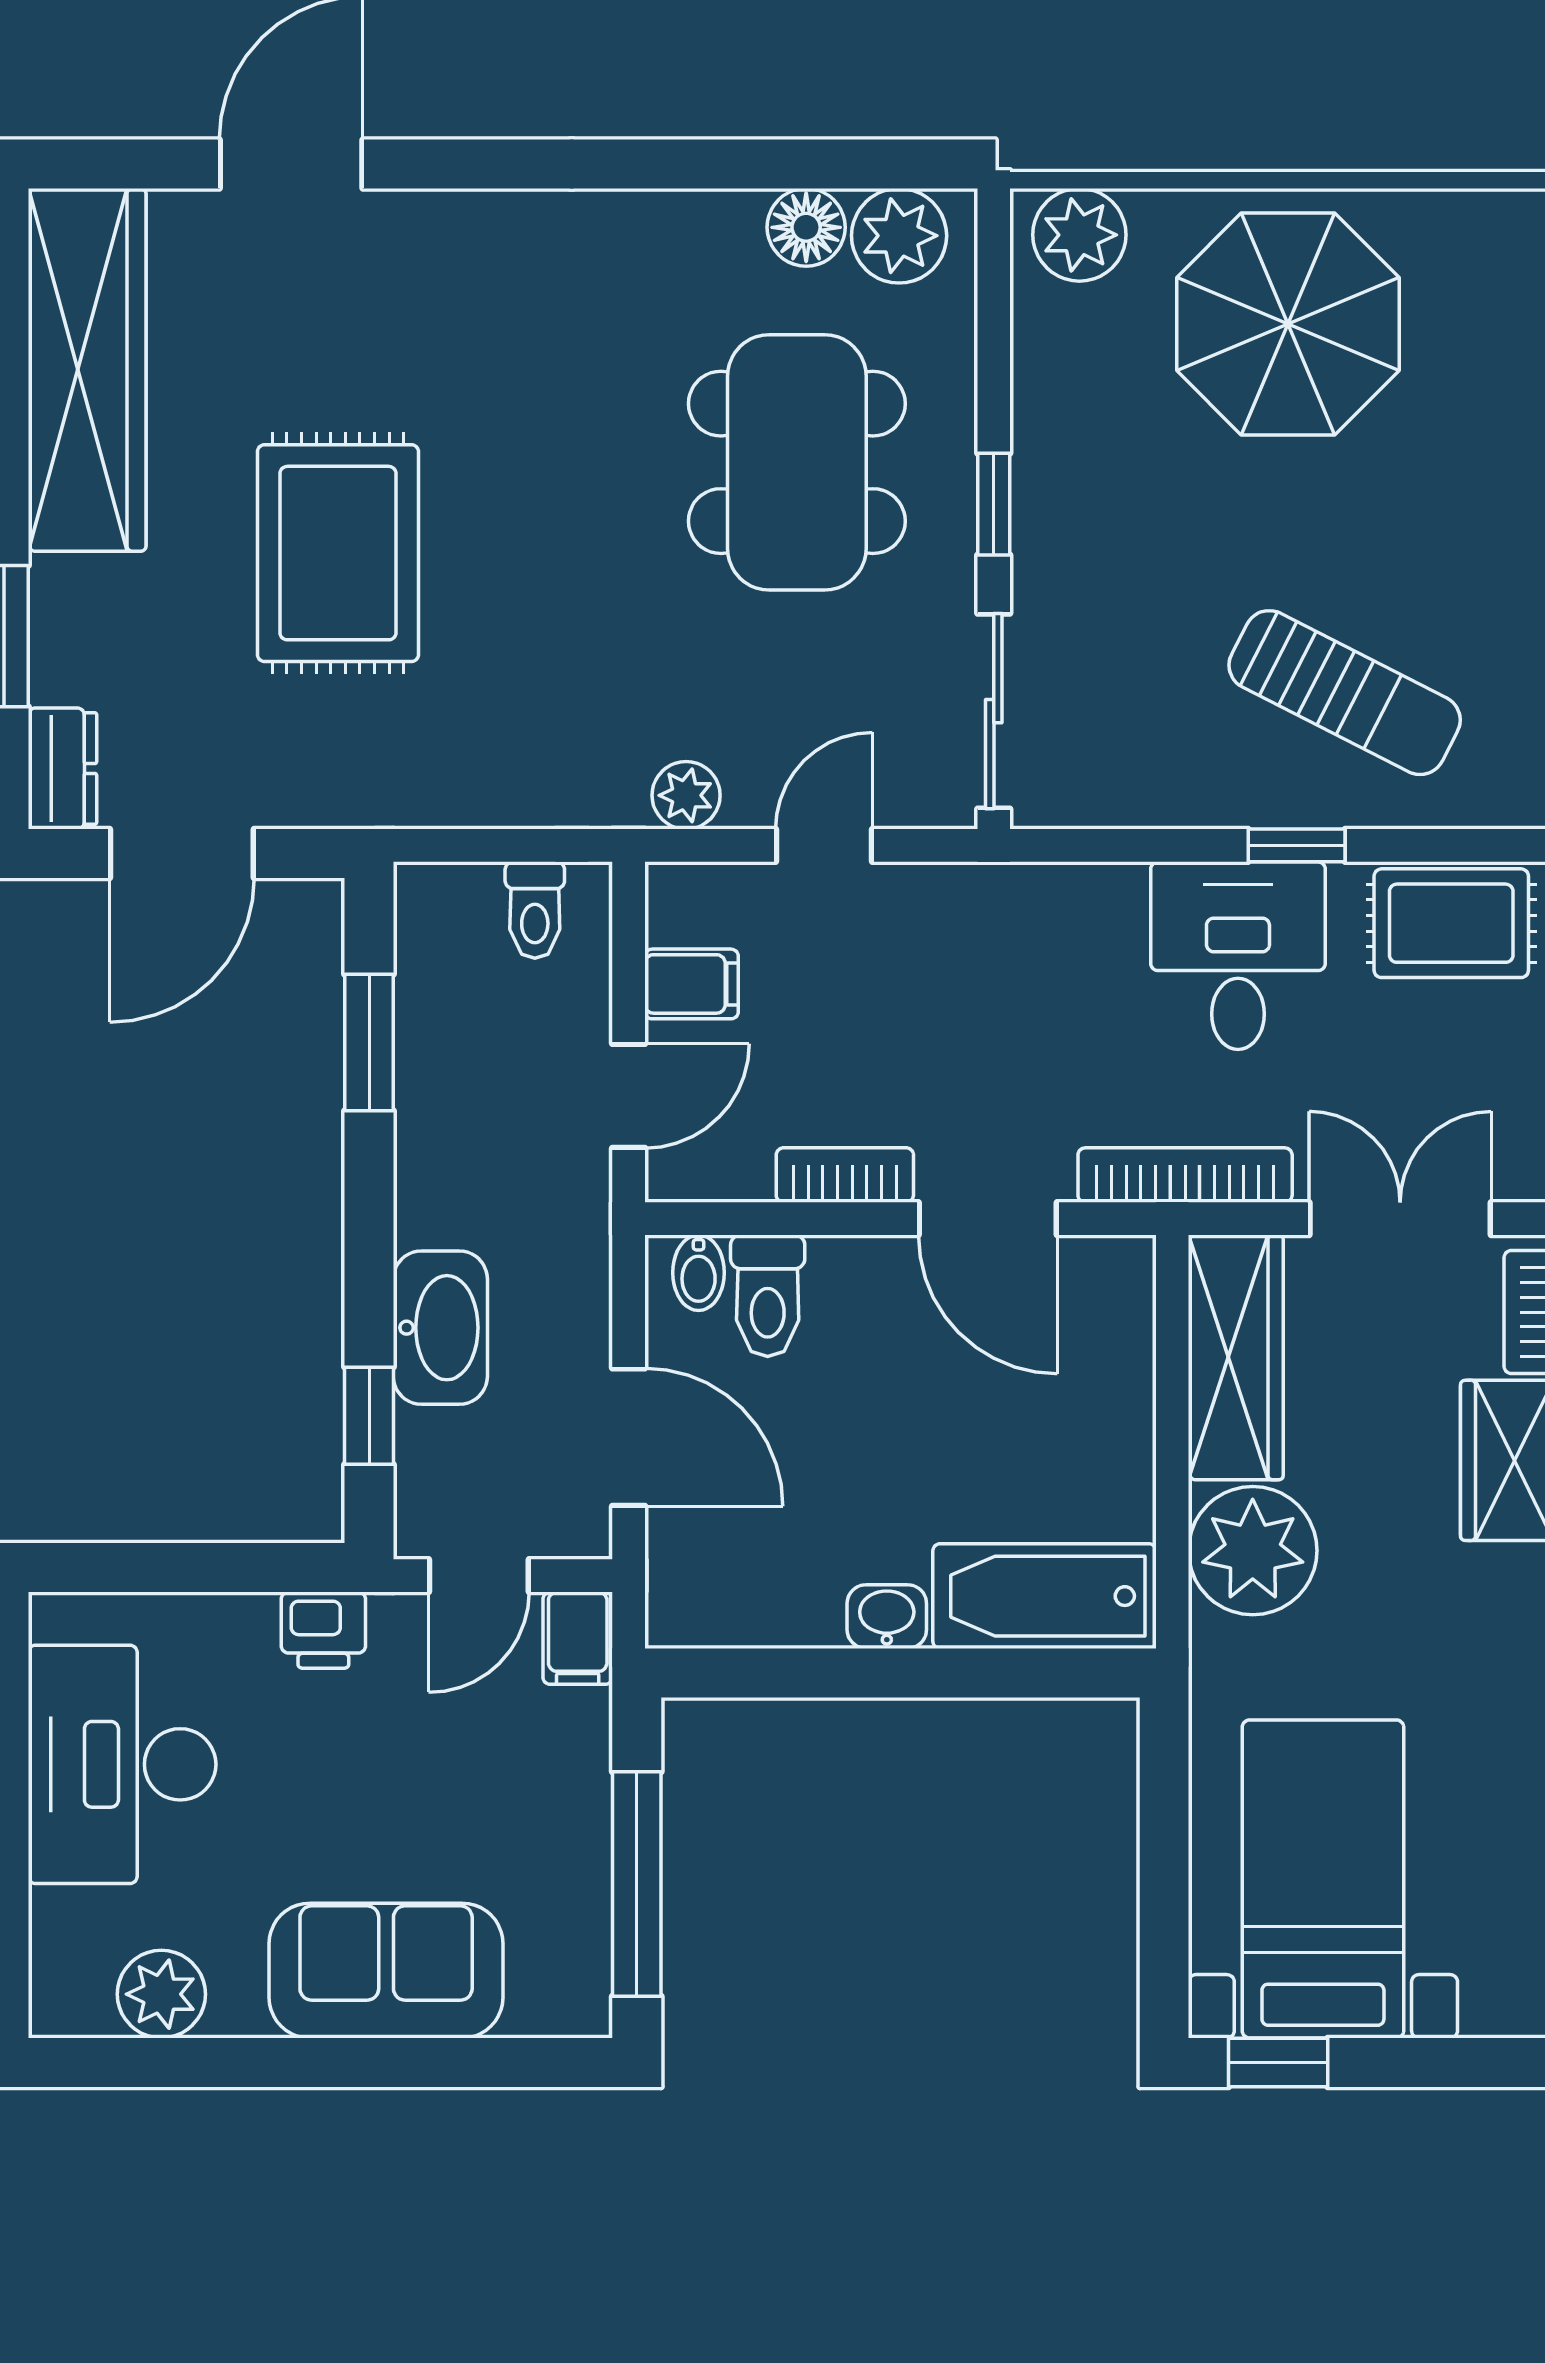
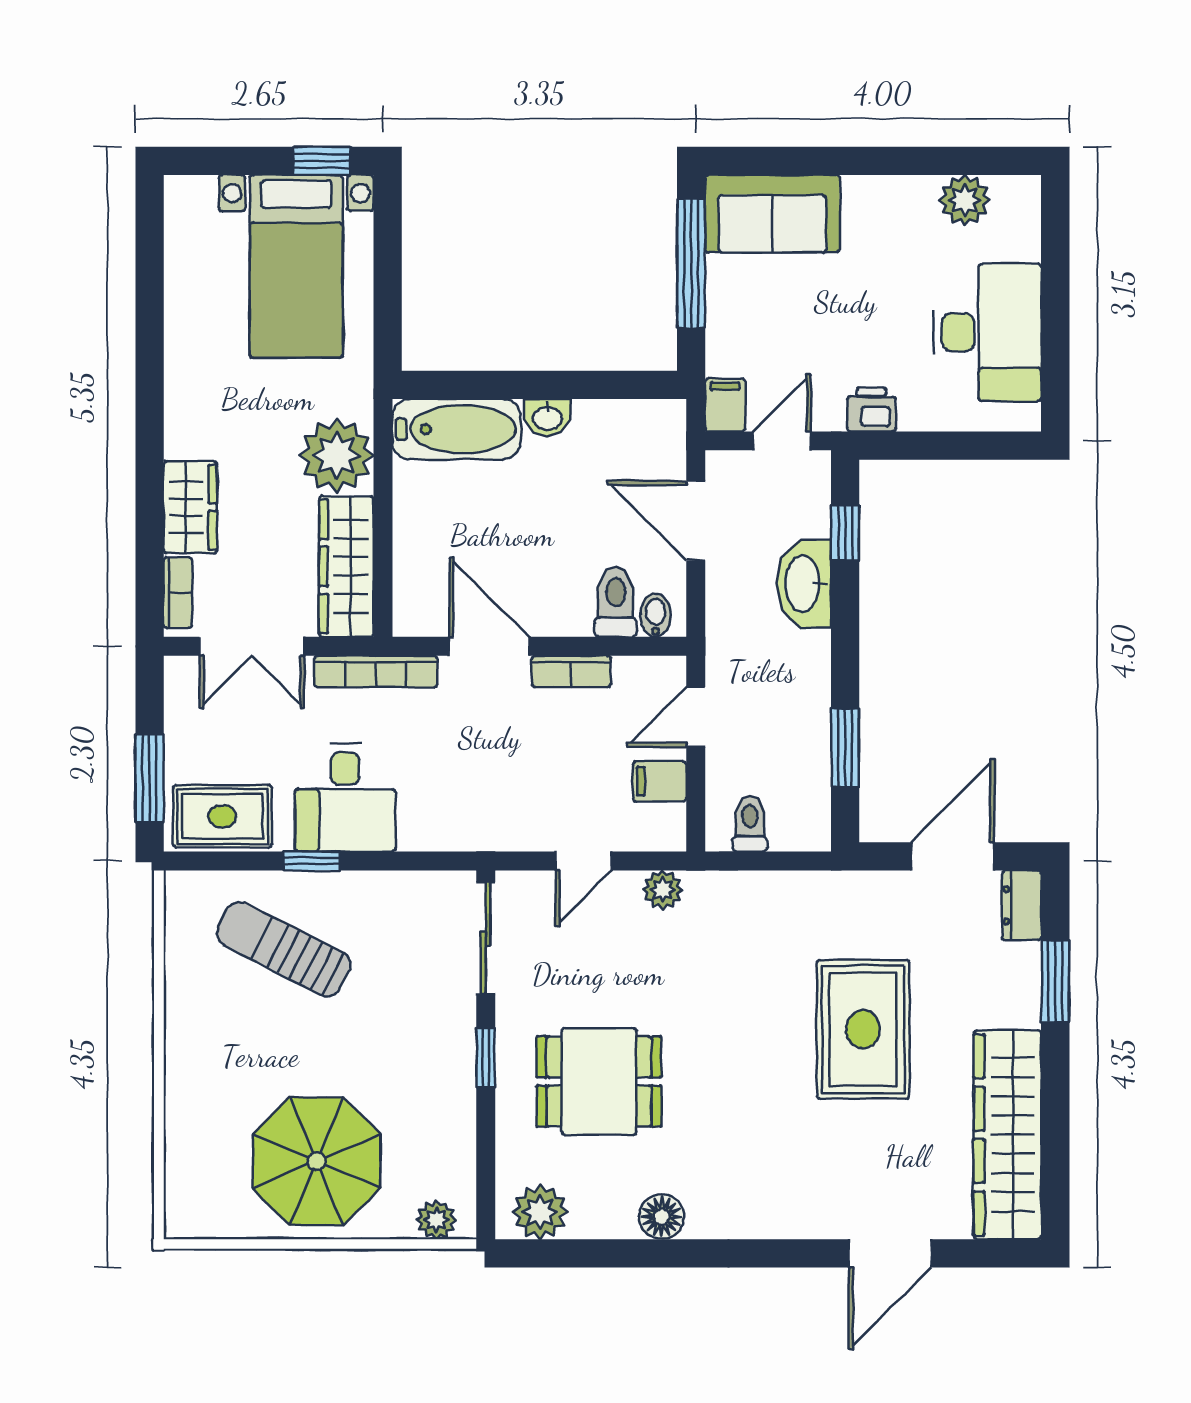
floor lamp: (806, 227) -> (662, 1217), moved
plant: (1079, 235) -> (436, 1220), width x0.73, depth x0.73
dining table: (797, 462) -> (599, 1082), width x0.73
sofa: (386, 1971) -> (772, 214), moved

